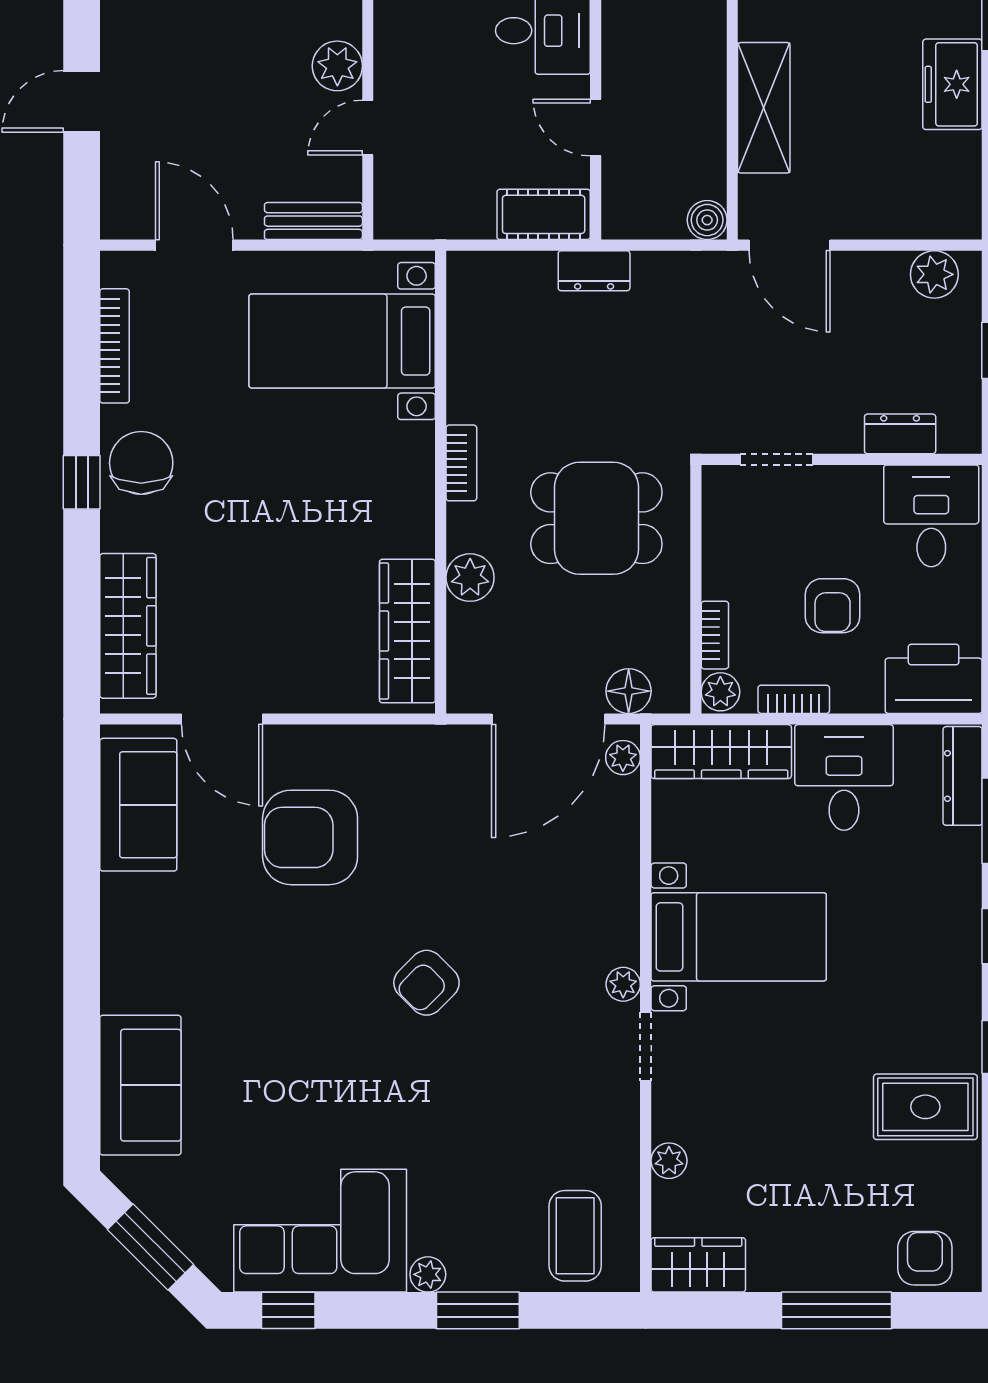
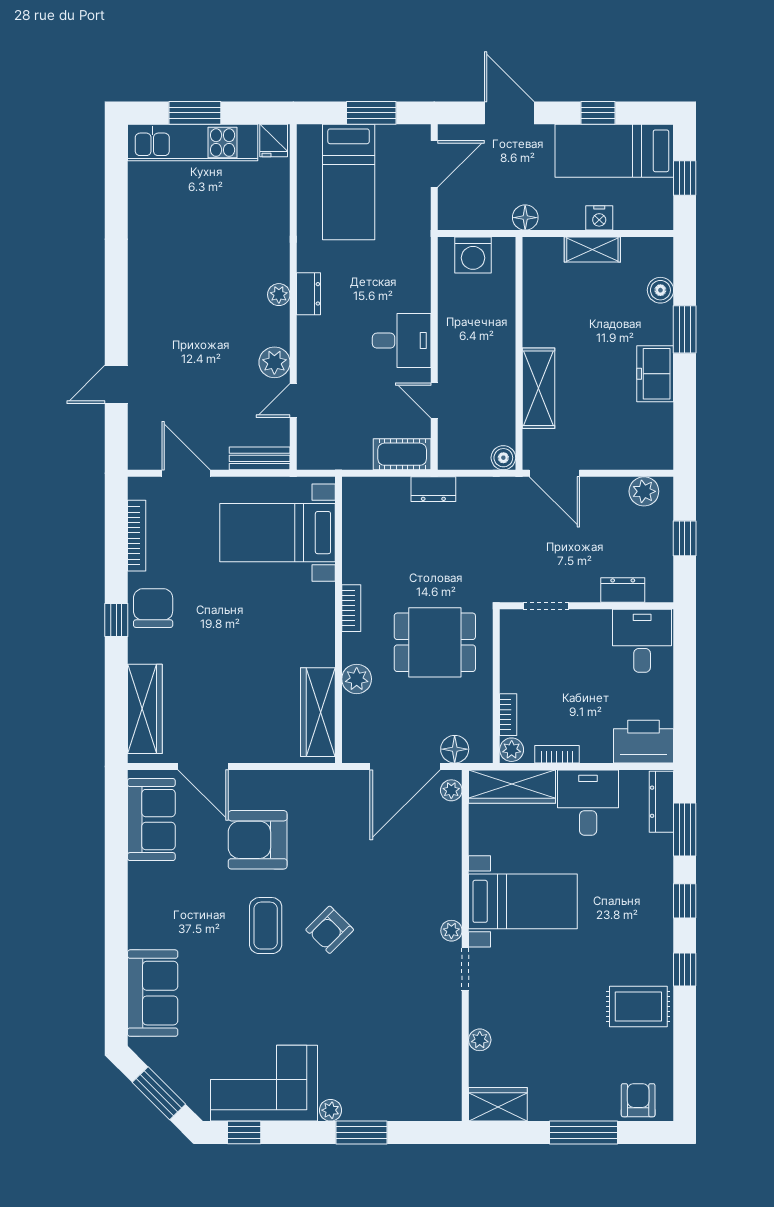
armchair: (833, 606) -> (581, 696), removed
coffee table: (575, 1236) -> (266, 926), moved

